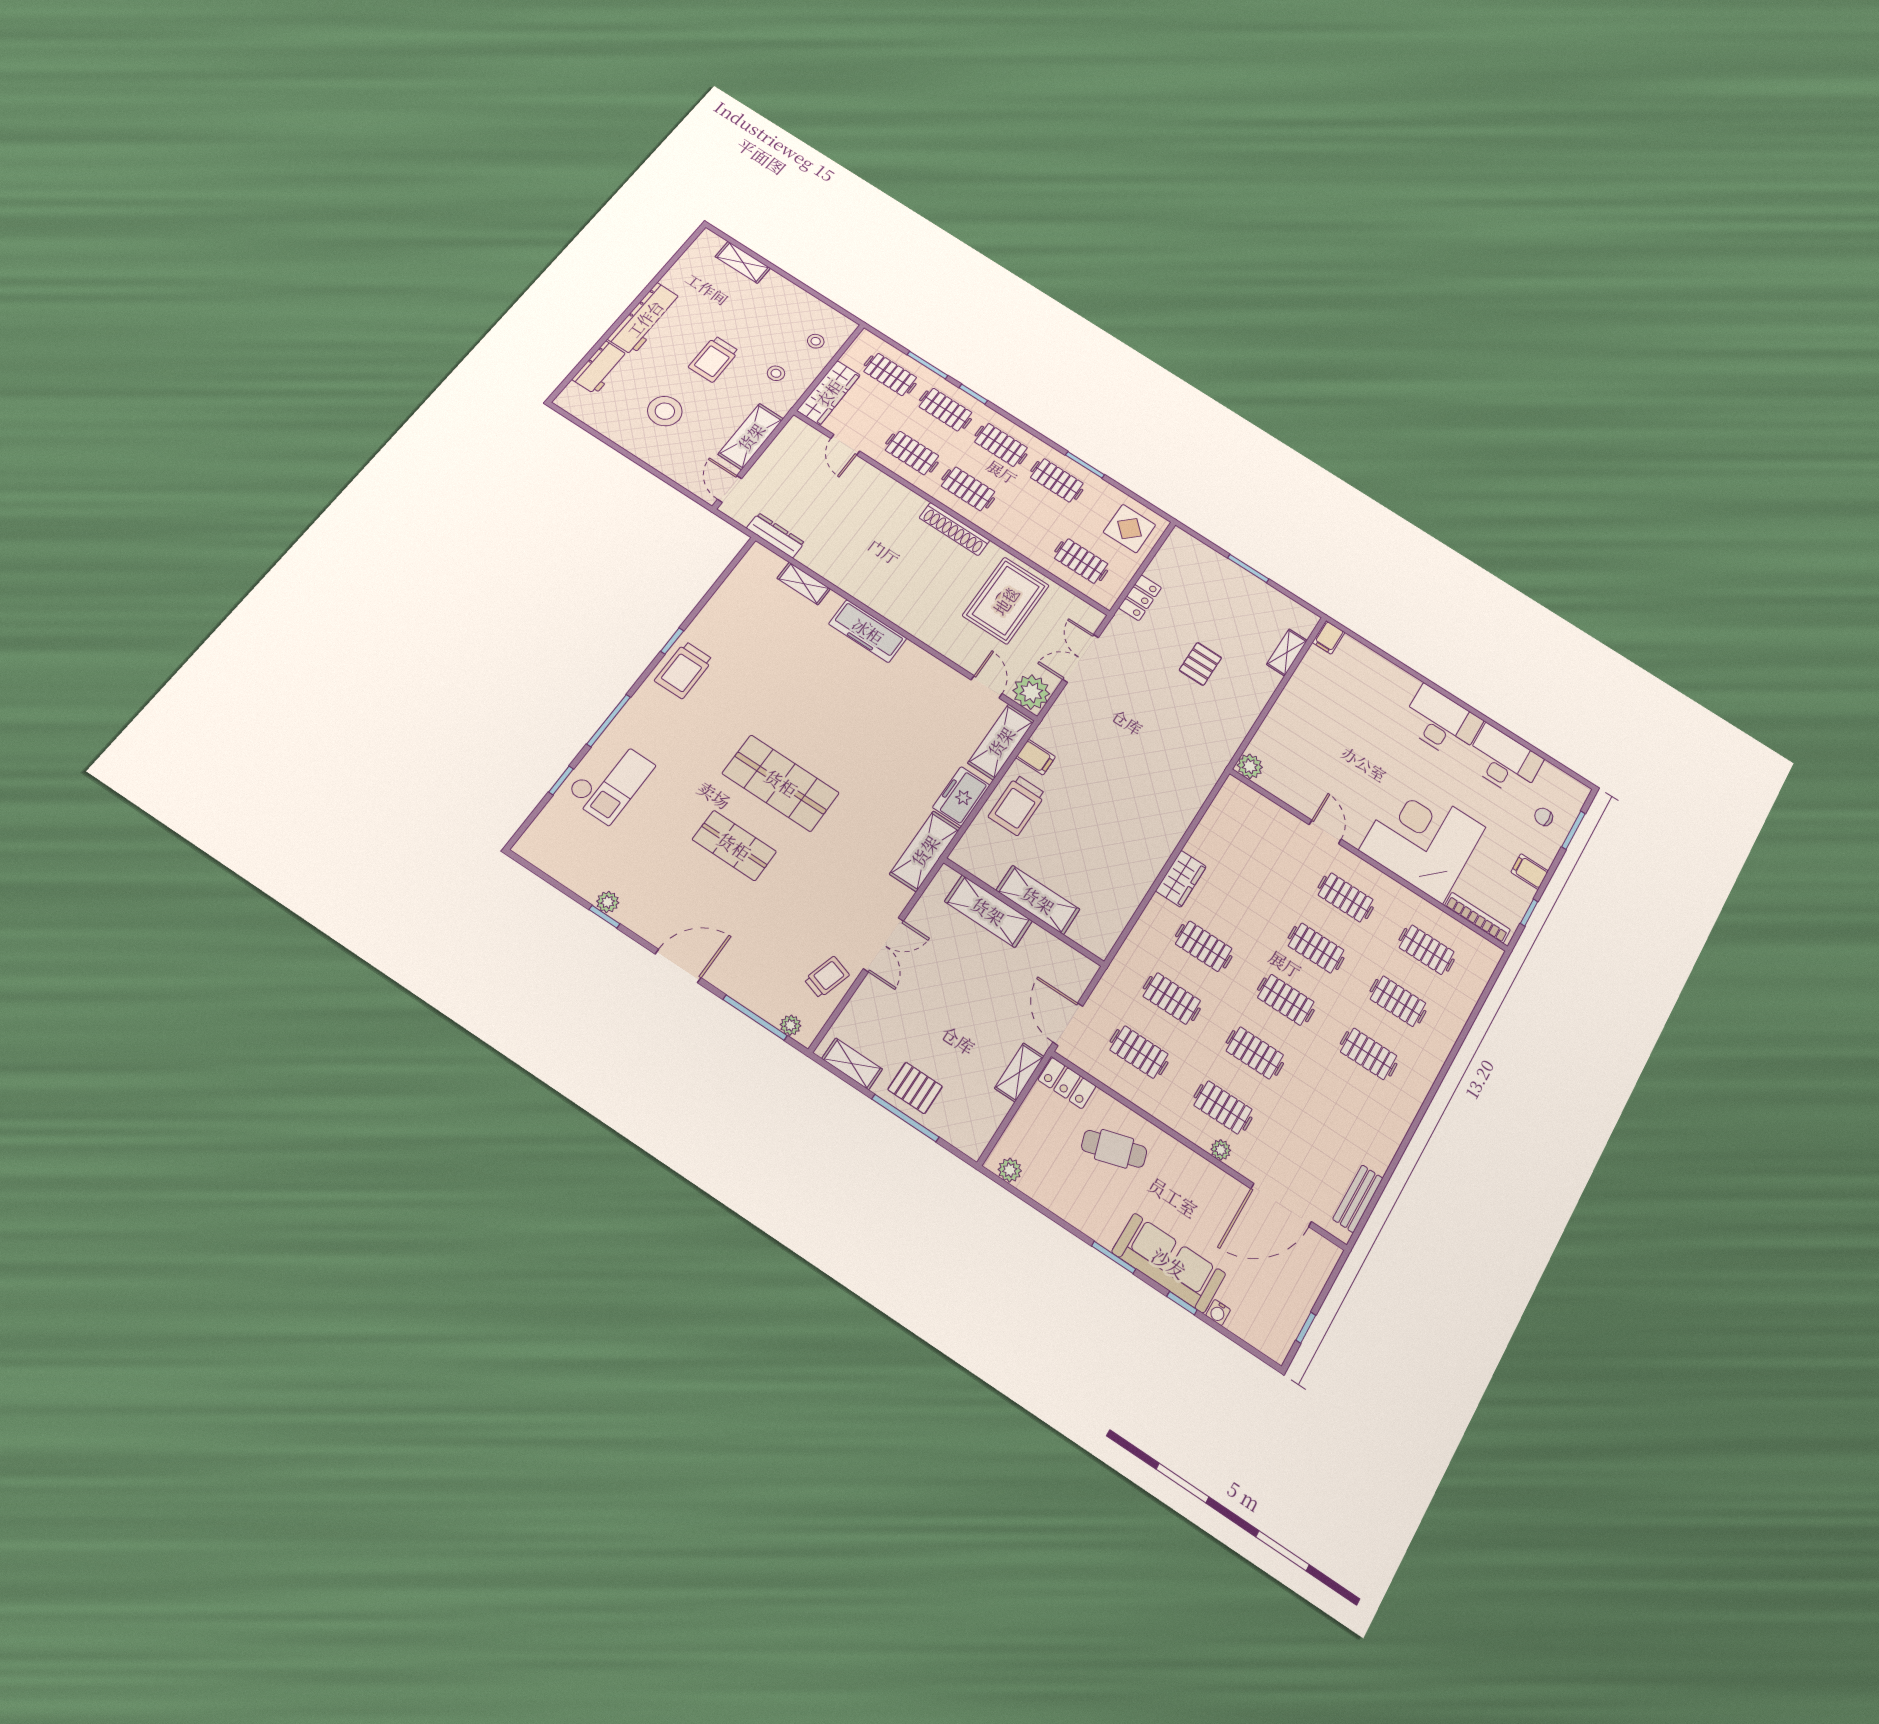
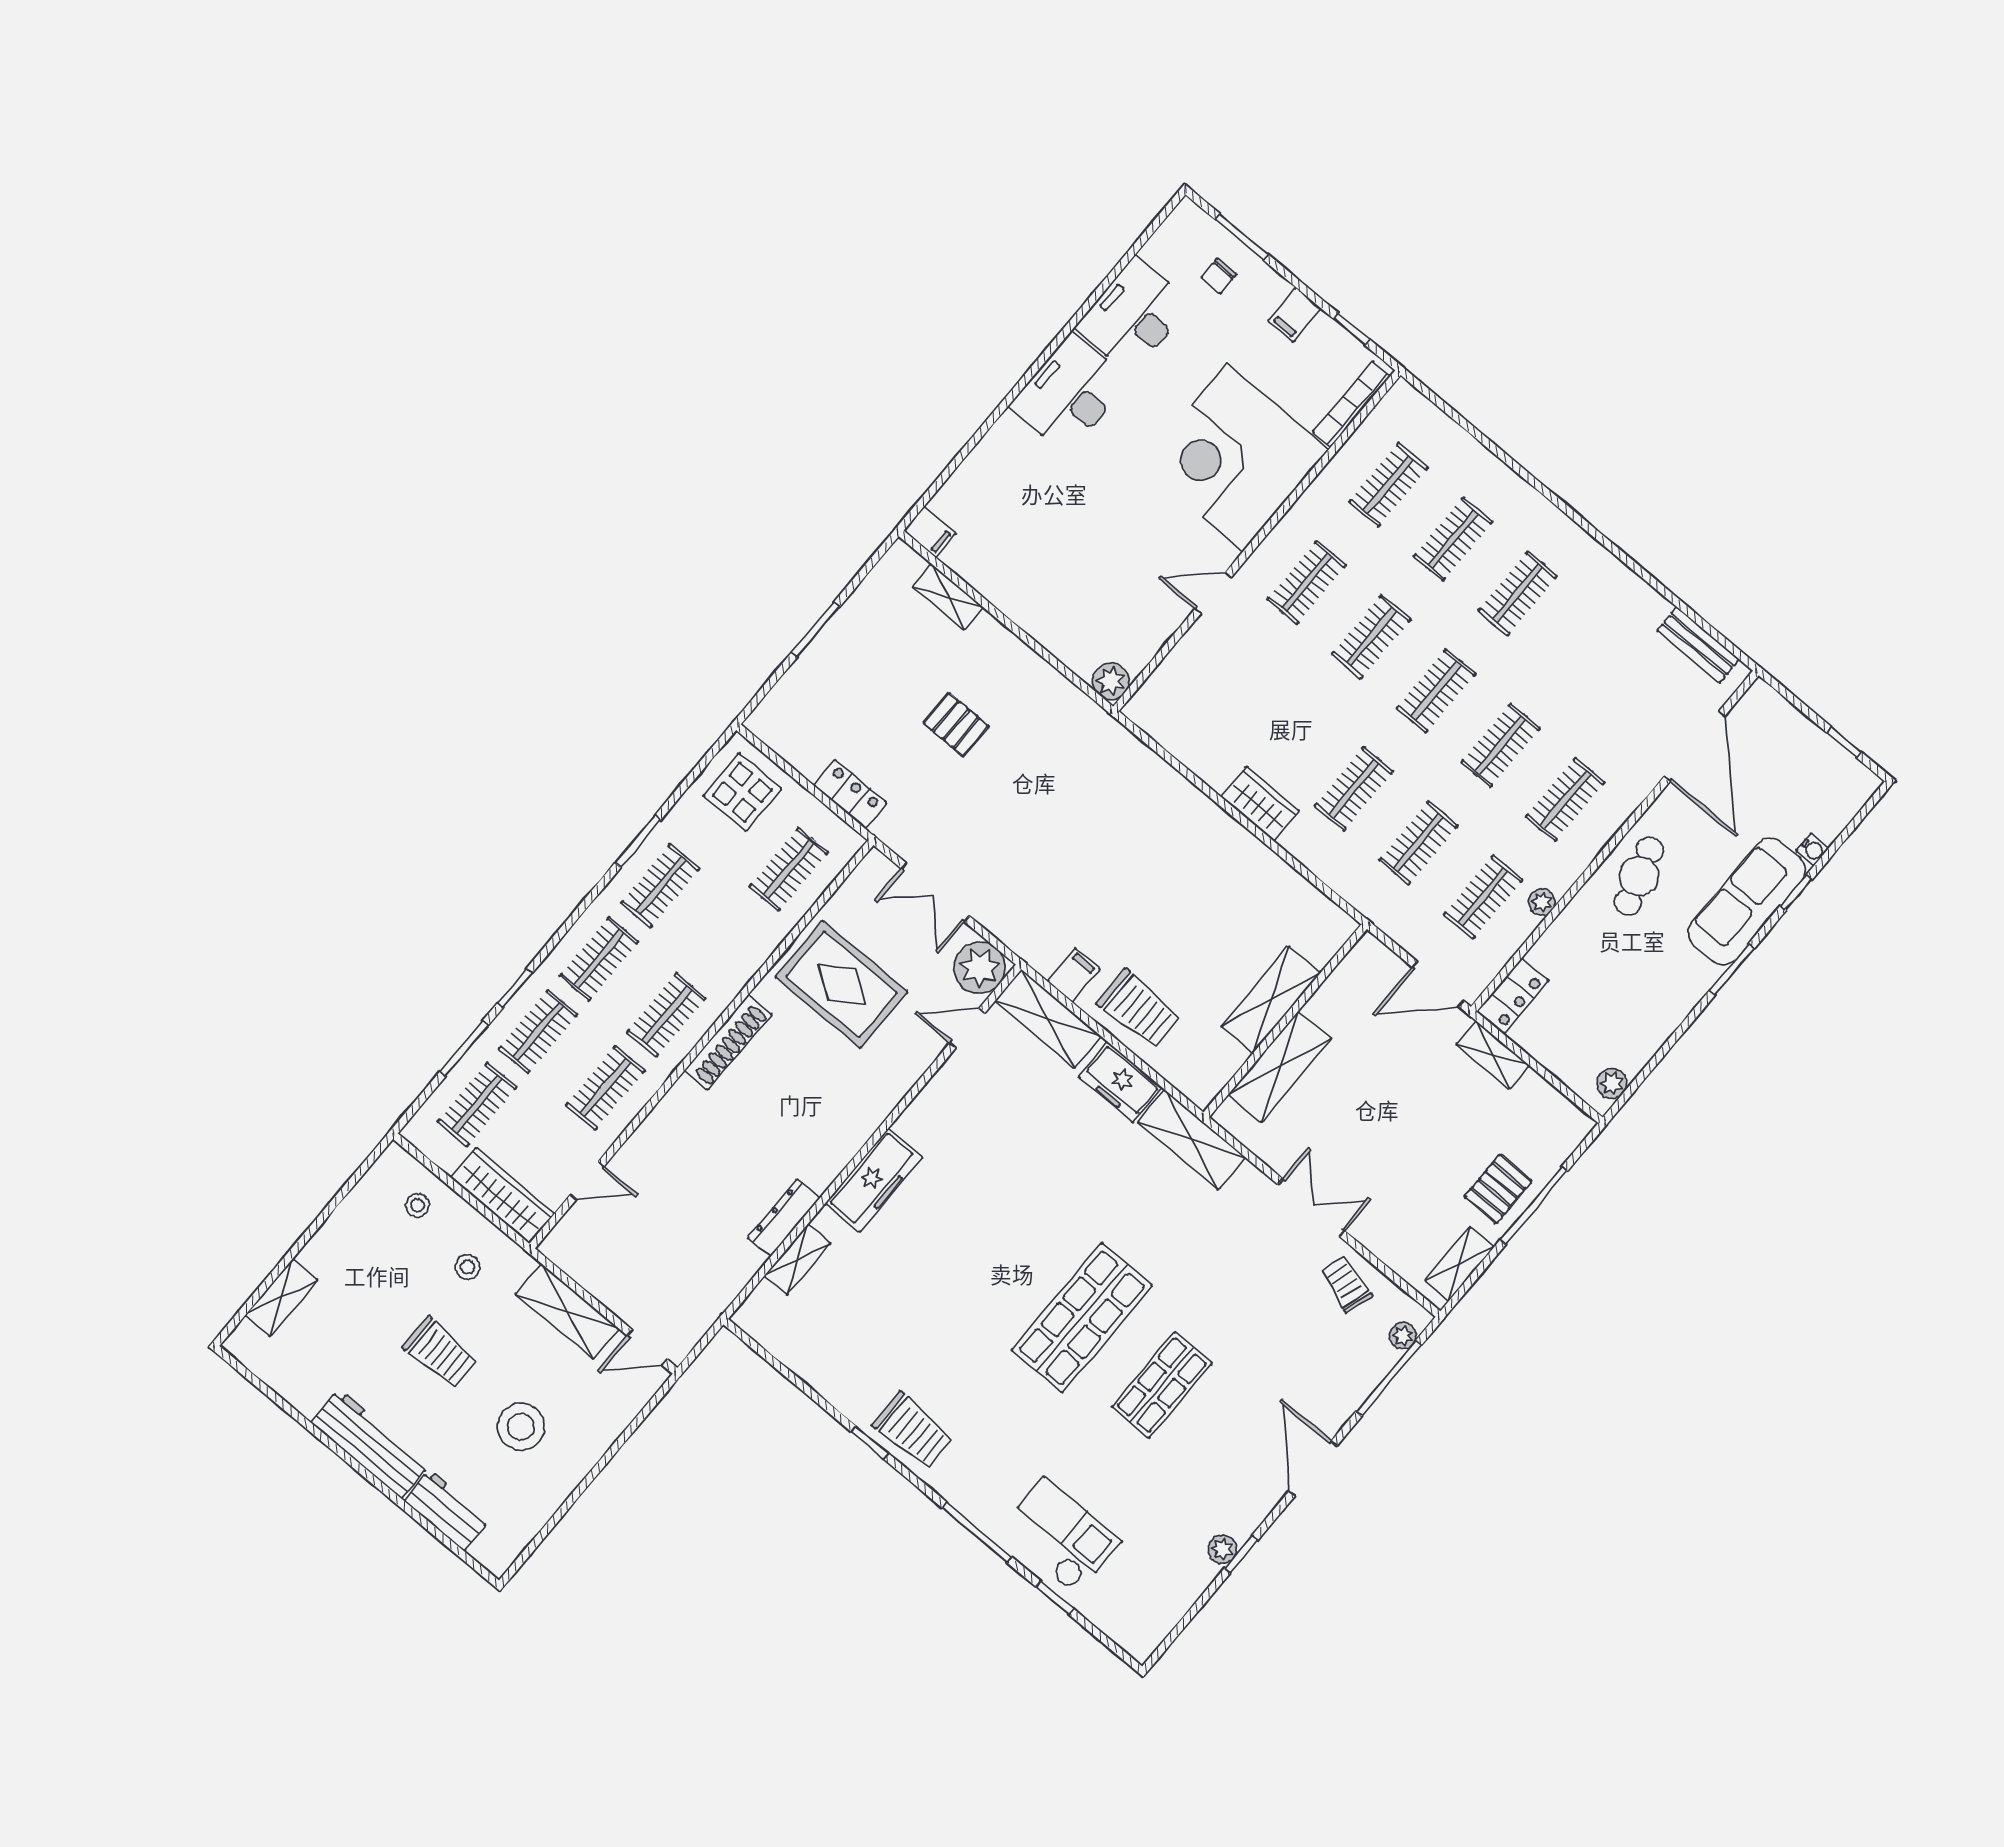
dresser: (775, 535) -> (784, 1218), moved
cafe table: (1114, 1149) -> (1639, 876), moved
plant: (1221, 1150) -> (1542, 902), moved

